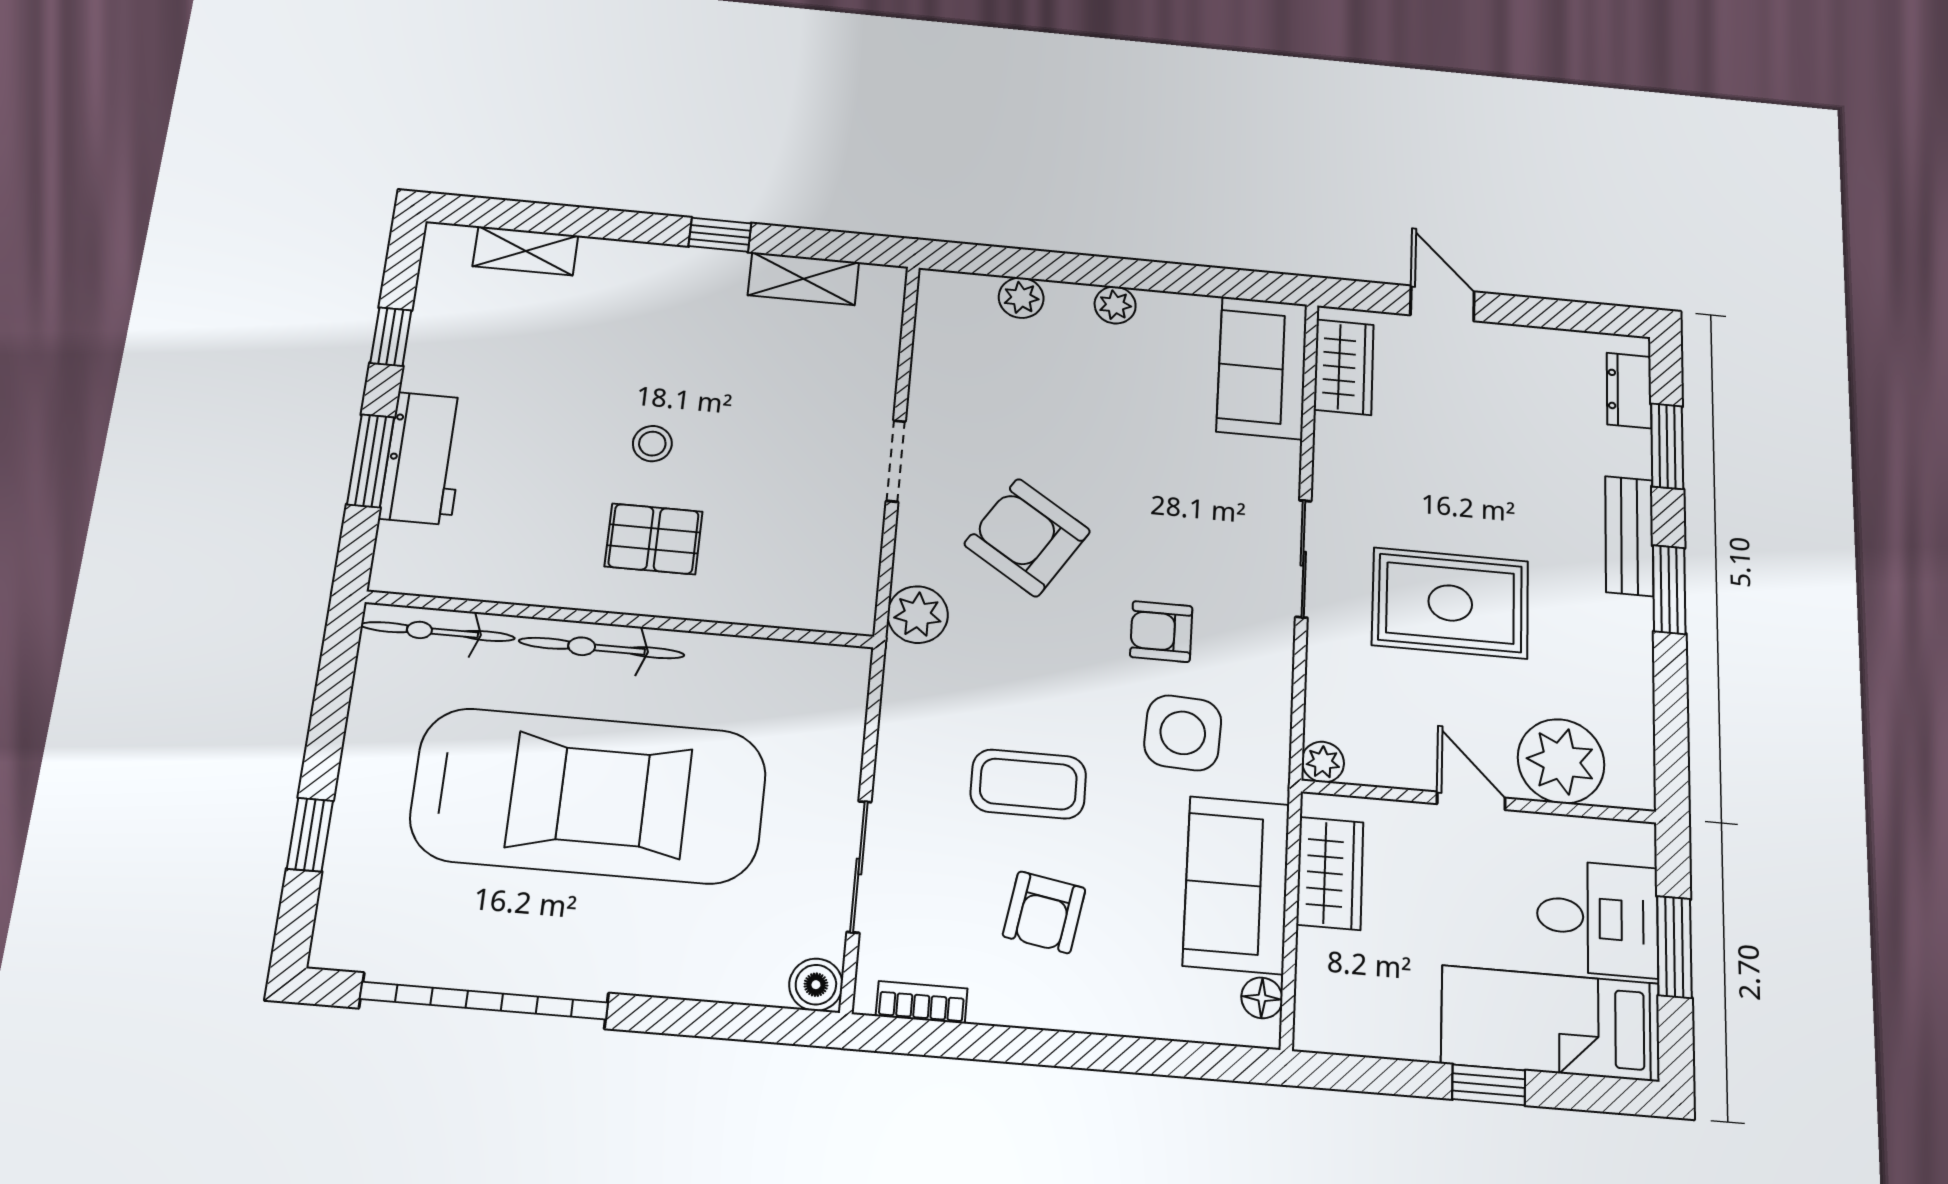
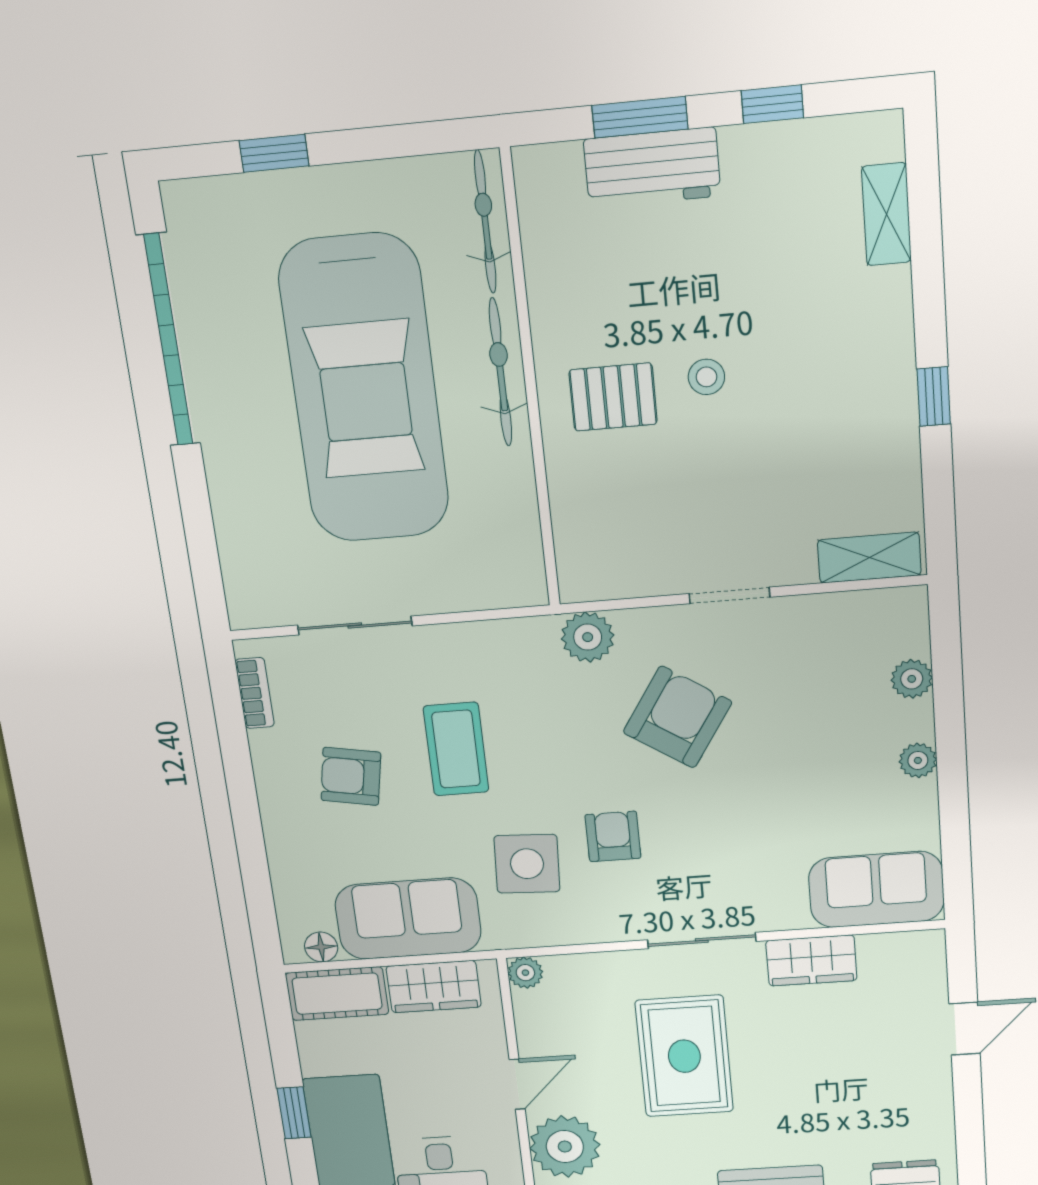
shelving: (803, 279) -> (869, 558), moved, turned 90
wardrobe: (1344, 367) -> (811, 961), moved
pallet: (654, 539) -> (613, 397), turned 90
boiler: (816, 985) -> (248, 608), removed
cot: (1327, 993) -> (337, 994), added

